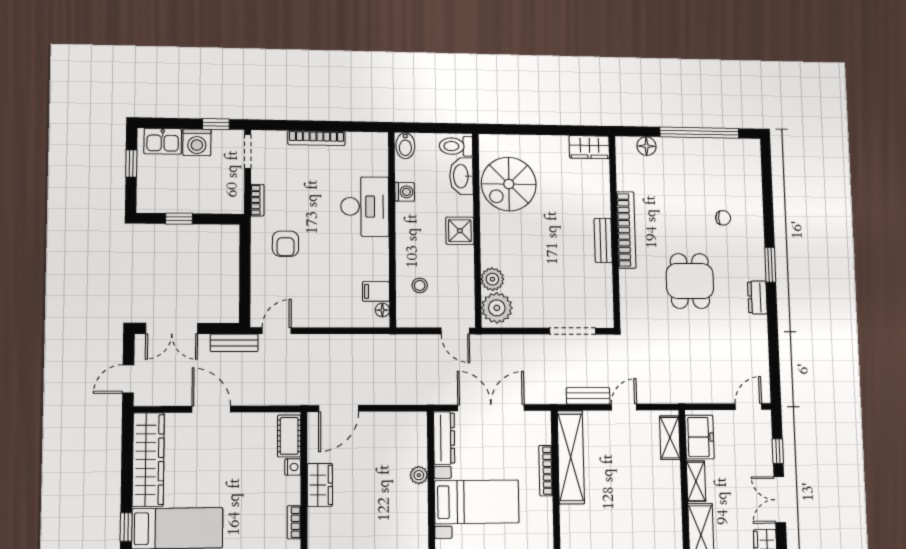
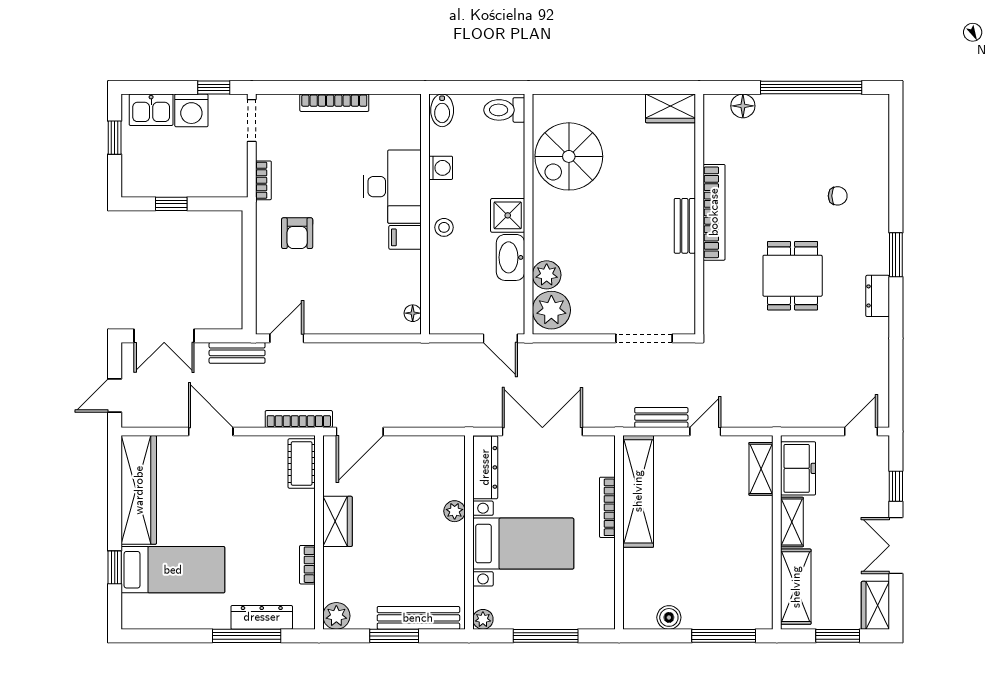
washbasin: (461, 176) -> (511, 257), moved
stool: (420, 285) -> (444, 227), moved
filing cabinet: (376, 291) -> (405, 237), moved
bookcase: (287, 398) -> (299, 419), added
nightstand: (293, 467) -> (306, 500), removed

